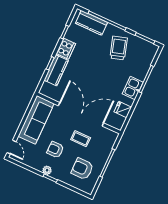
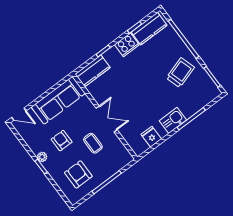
kitchen counter: (91, 23) -> (149, 29), moved, turned -90
kitchen counter: (56, 70) -> (93, 71), moved
double door: (81, 114) -> (107, 119), width x0.54
door: (11, 147) -> (19, 114), hinge flipped

